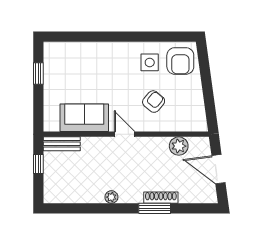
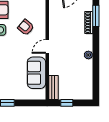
plant: (179, 146) -> (55, 11), removed
window: (155, 208) -> (96, 16), moved

